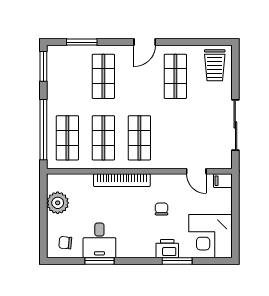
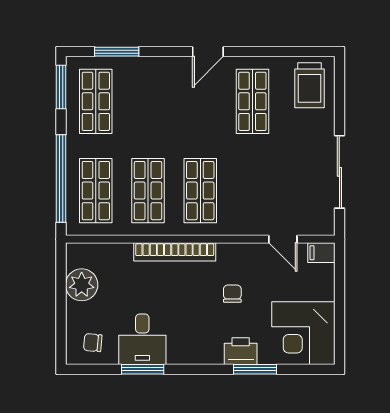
shop shelf: (103, 76) -> (96, 101), moved

